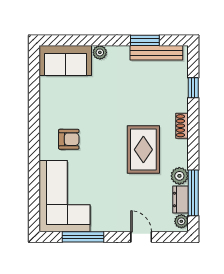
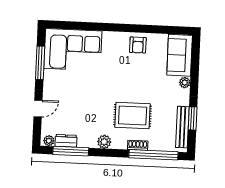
window: (193, 88) -> (153, 155), width x3.17
shoe rack: (182, 126) -> (138, 145), moved
armchair: (69, 139) -> (138, 45), moved
rug: (143, 150) -> (133, 116), moved
plant: (179, 176) -> (104, 142), moved

